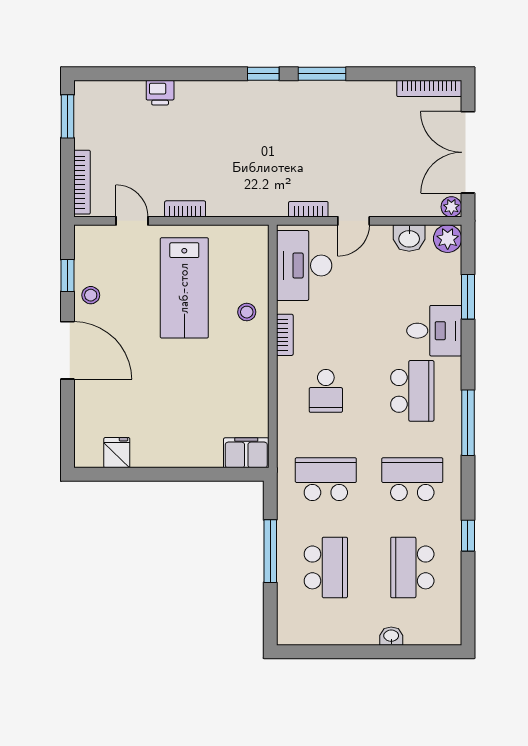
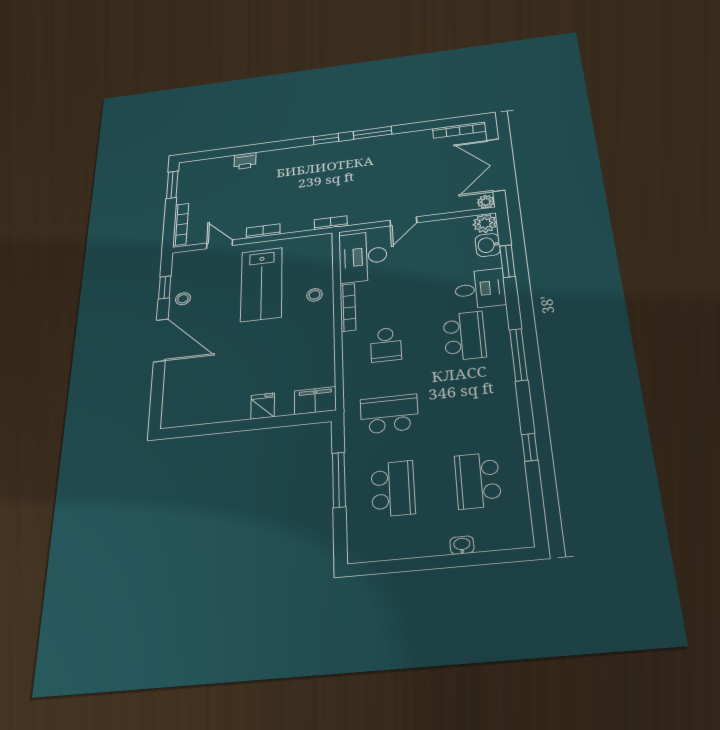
bookcase: (308, 209) -> (331, 223), moved
washbasin: (409, 238) -> (488, 245), moved, turned 90
bookcase: (285, 335) -> (348, 307), width x1.56
fridge: (117, 453) -> (263, 406), moved
school desk: (412, 479) -> (471, 405), removed

